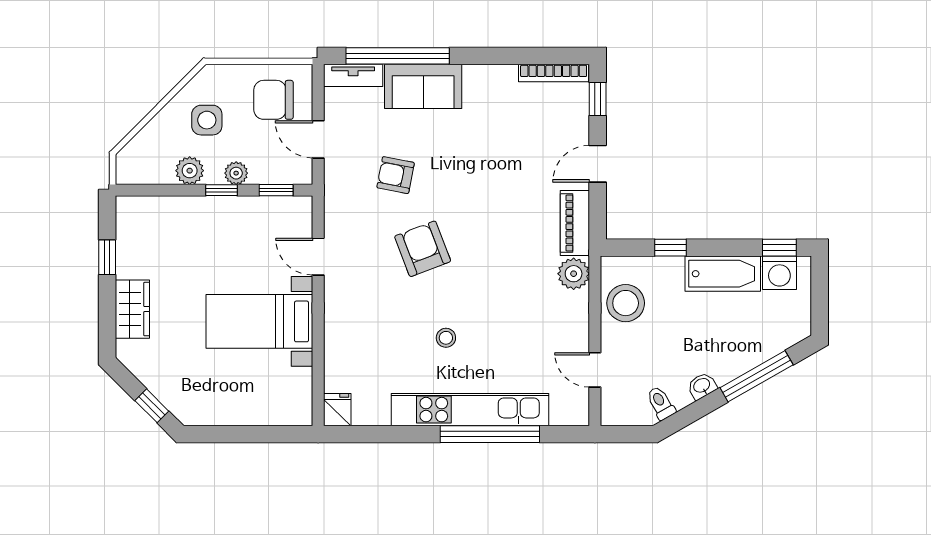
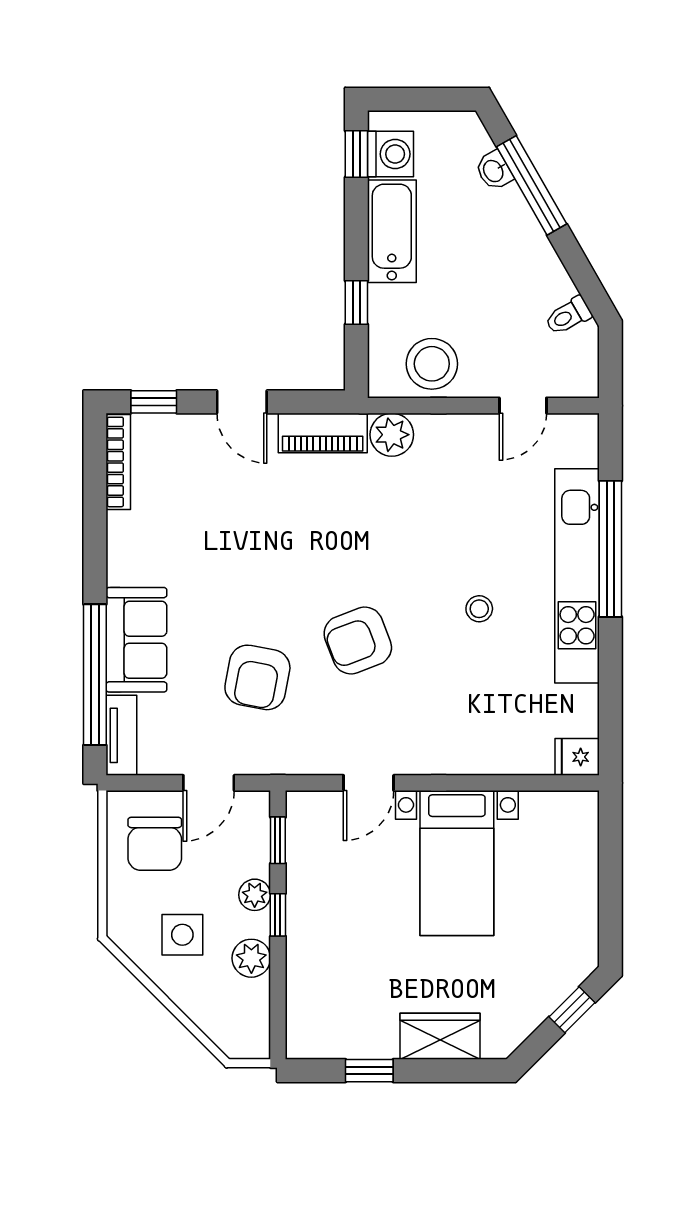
armchair: (396, 175) -> (257, 677), width x1.38, depth x1.38
washbasin: (702, 386) -> (494, 171), moved

